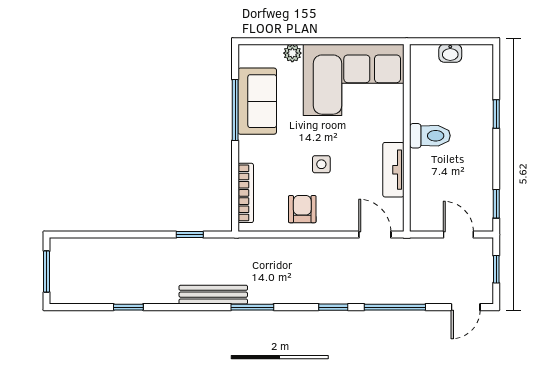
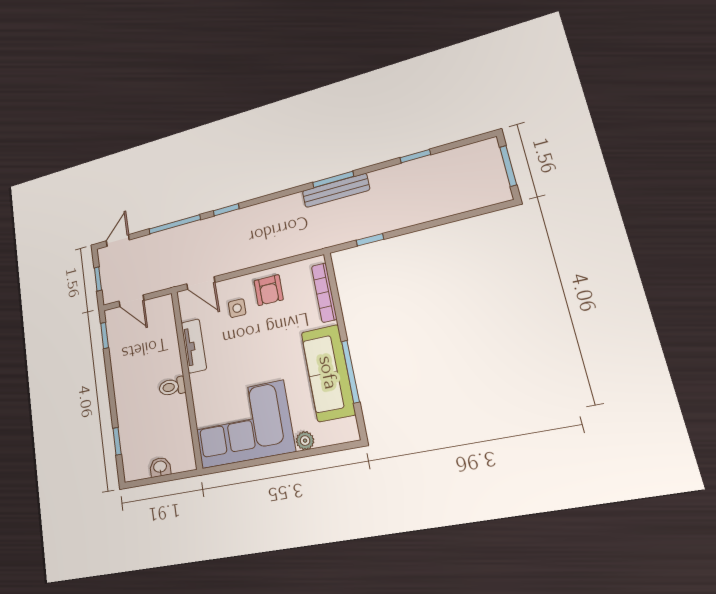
sofa: (257, 101) -> (328, 373), width x1.36
window: (496, 114) -> (117, 441), moved
toilet: (430, 136) -> (172, 387), width x0.73, depth x0.72
side table: (321, 164) -> (237, 308), moved
window: (252, 307) -> (333, 179), moved

